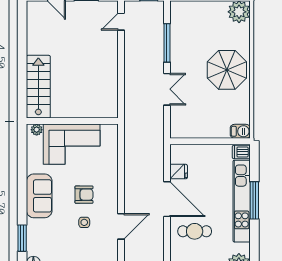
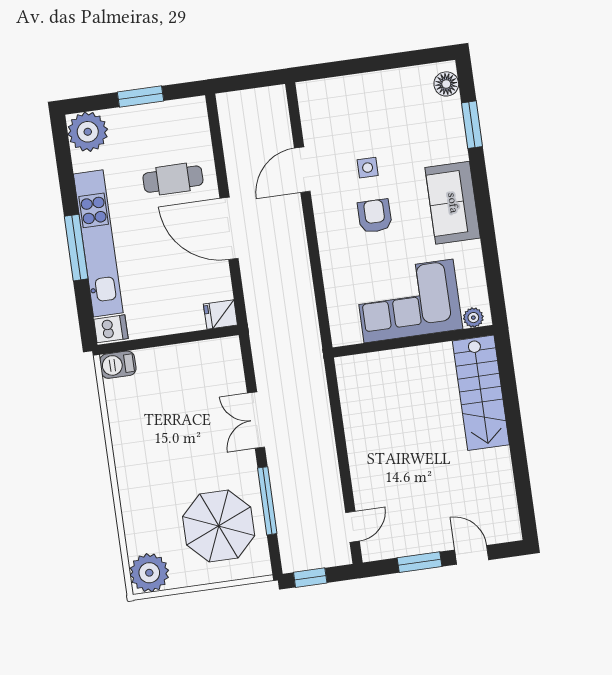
parasol: (227, 70) -> (219, 526), moved
fridge: (179, 172) -> (220, 314), moved
armchair: (84, 195) -> (375, 216), turned 90

